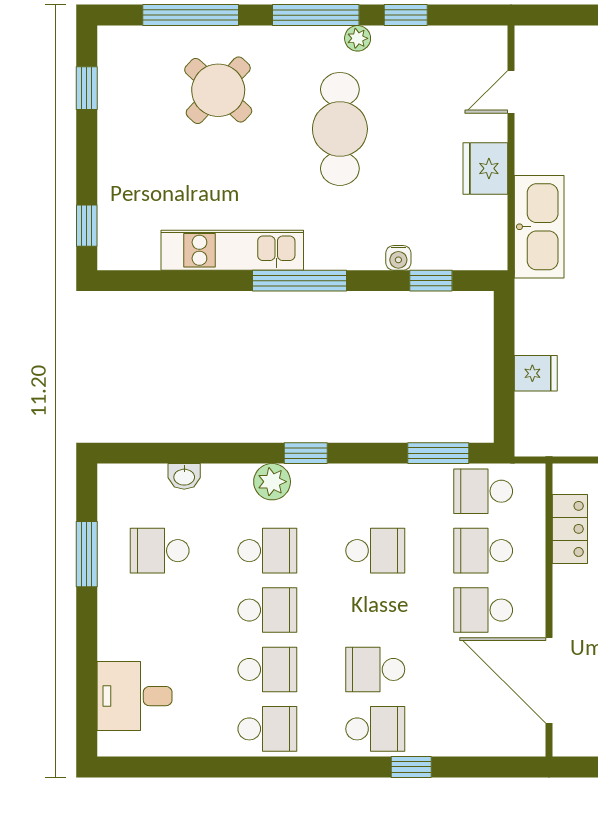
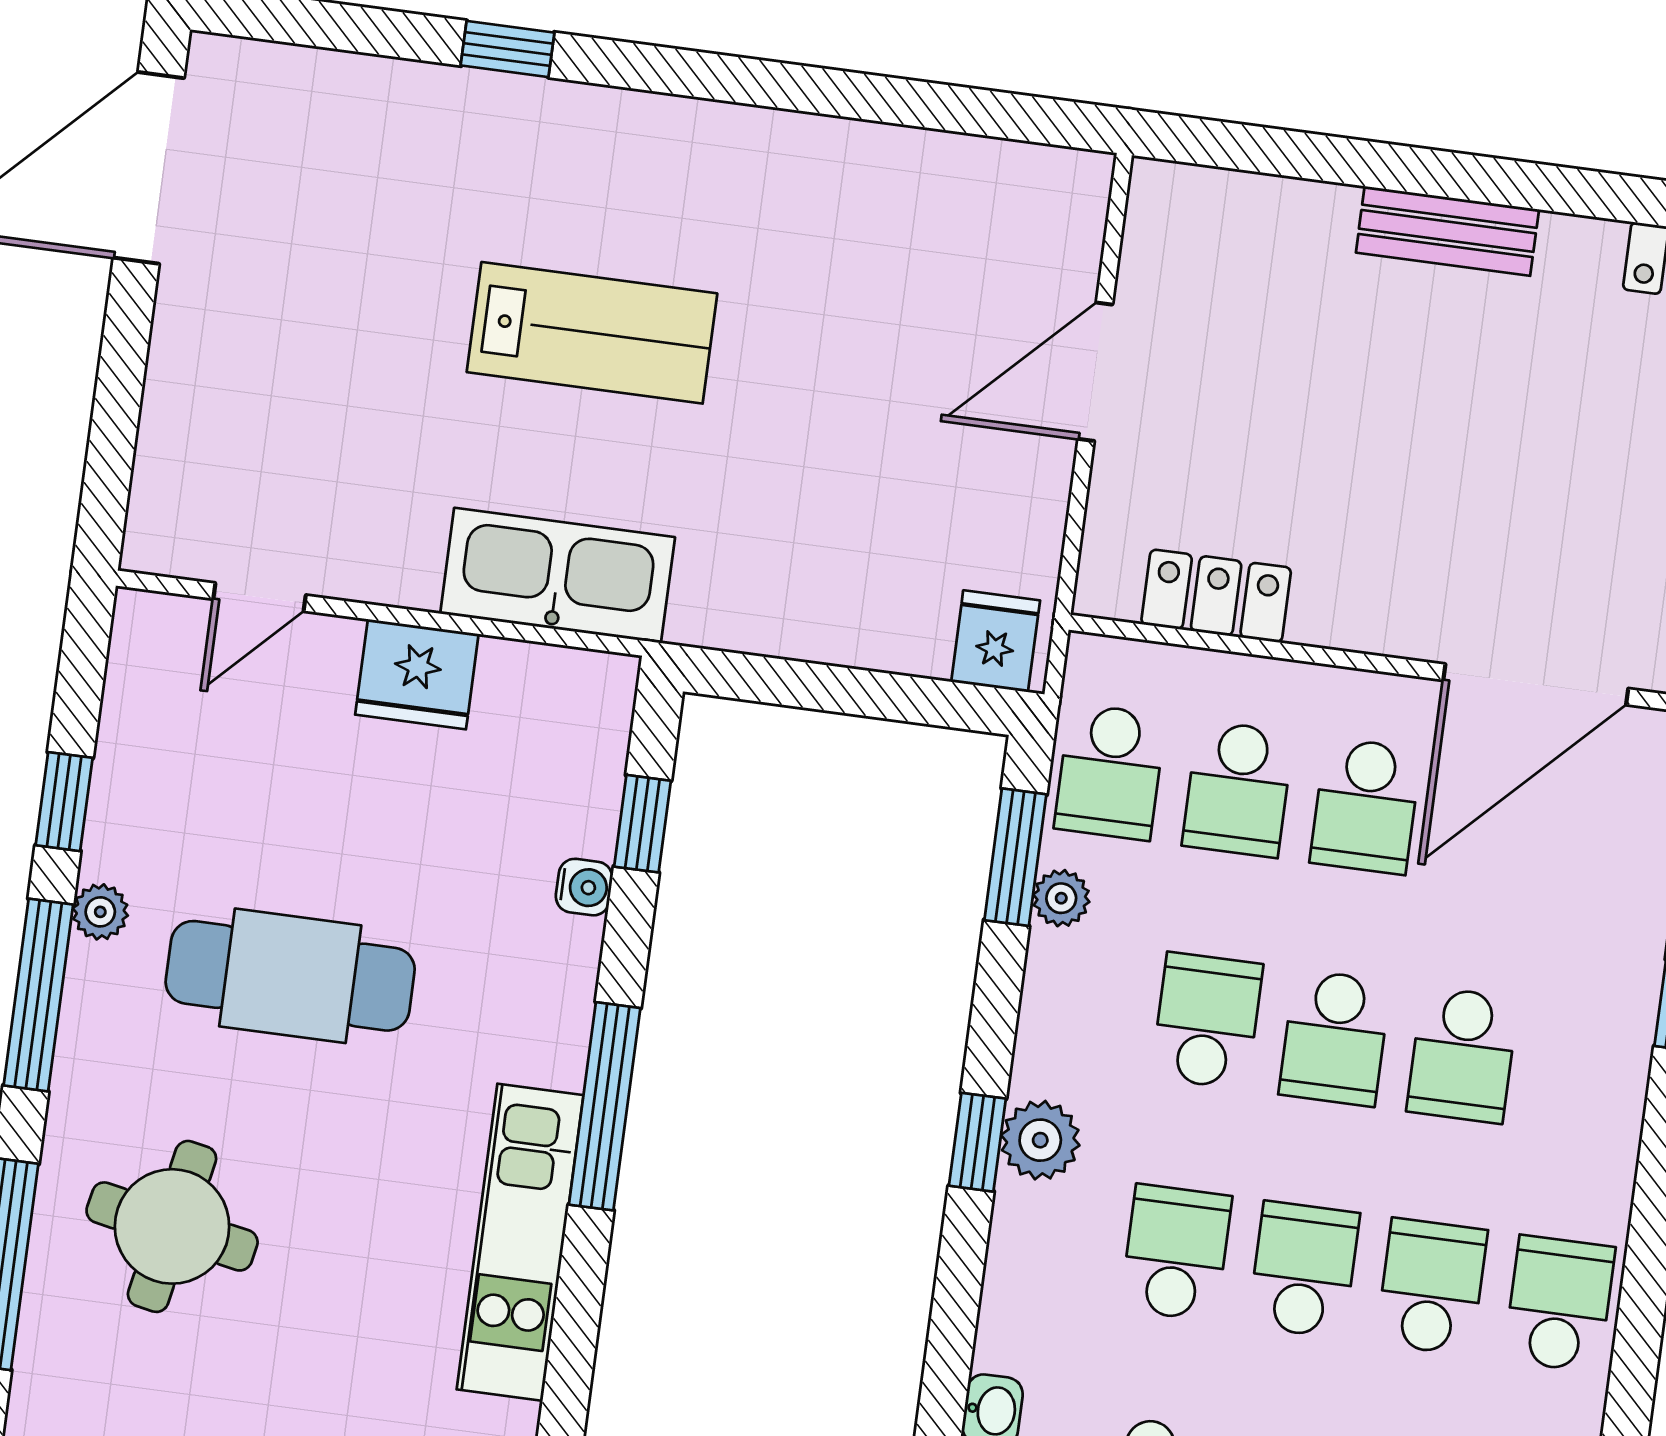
round table: (218, 90) -> (172, 1226), turned -32
door: (511, 92) -> (260, 597), hinge flipped
fridge: (536, 373) -> (996, 641), moved
plant: (422, 477) -> (1061, 898), added
plant: (272, 482) -> (1040, 1140), moved
school desk: (375, 729) -> (1335, 1038), moved, turned 180

